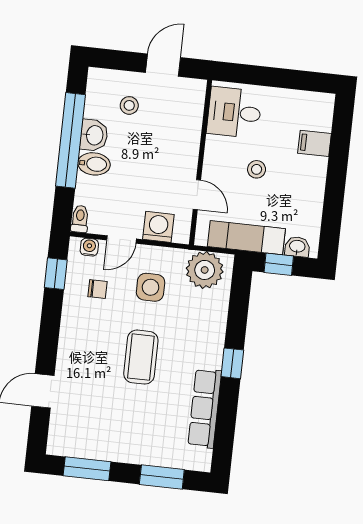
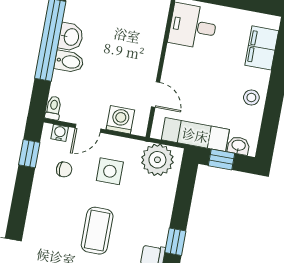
stool: (129, 105) -> (103, 14), removed
filing cabinet: (314, 143) -> (262, 48), width x2.00
stool: (257, 169) -> (251, 98), moved

